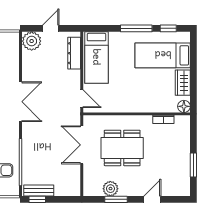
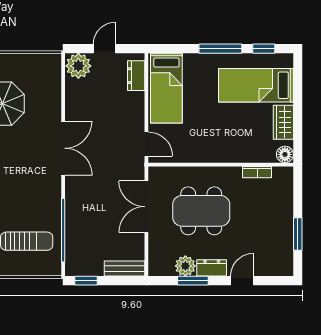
dresser: (74, 53) -> (136, 76), width x0.70
bench: (39, 190) -> (124, 268), moved
dresser: (130, 190) -> (212, 268), added

